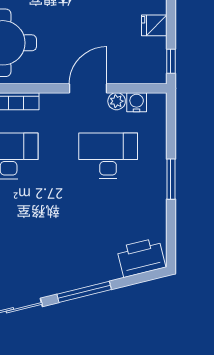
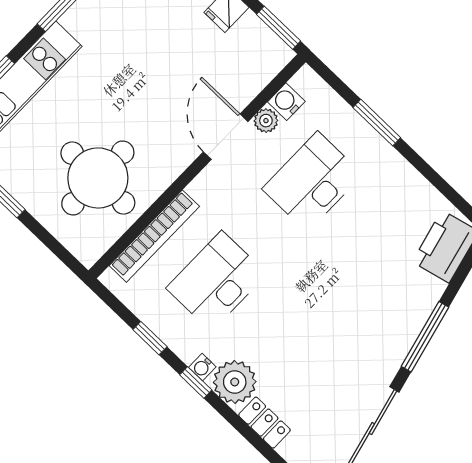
window: (171, 61) -> (278, 28), width x1.50
window: (171, 179) -> (377, 123), moved

